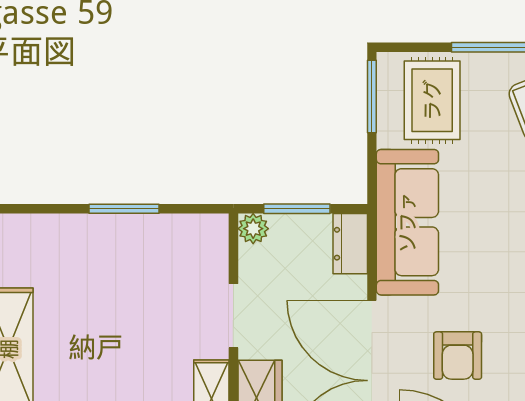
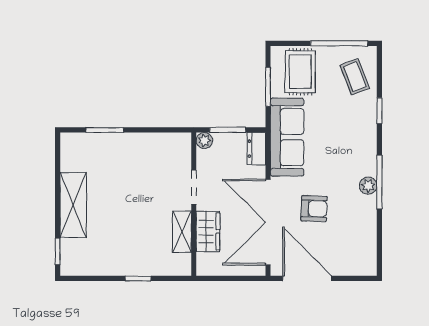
window: (372, 96) -> (268, 87), moved
window: (124, 209) -> (105, 130), moved
armchair: (458, 356) -> (314, 209), turned -88

